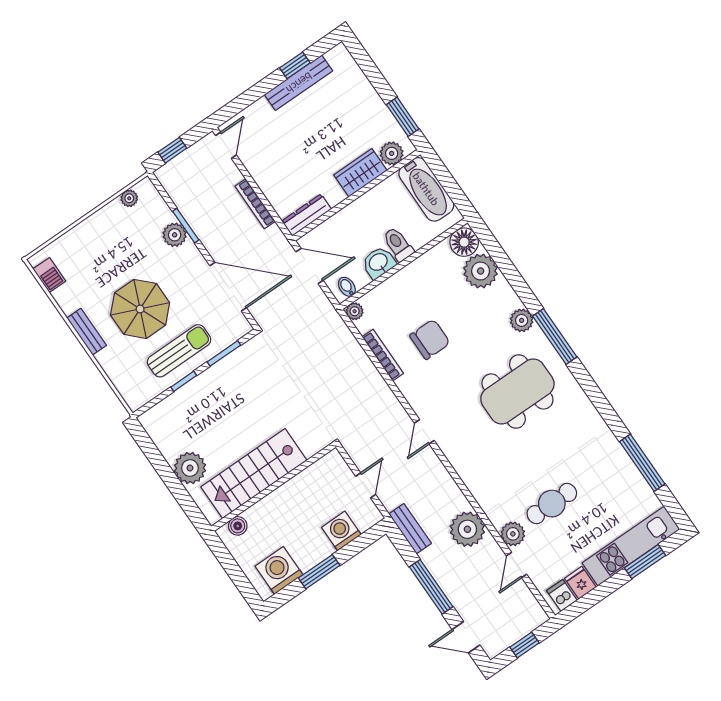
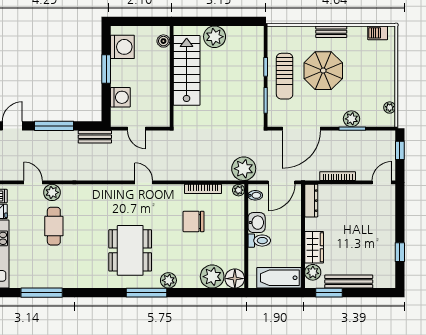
bench: (299, 83) -> (349, 282), moved, turned 90
door: (226, 145) -> (382, 182), swing flipped
chair: (430, 339) -> (194, 221), turned 90
plant: (467, 529) -> (244, 169), moved

